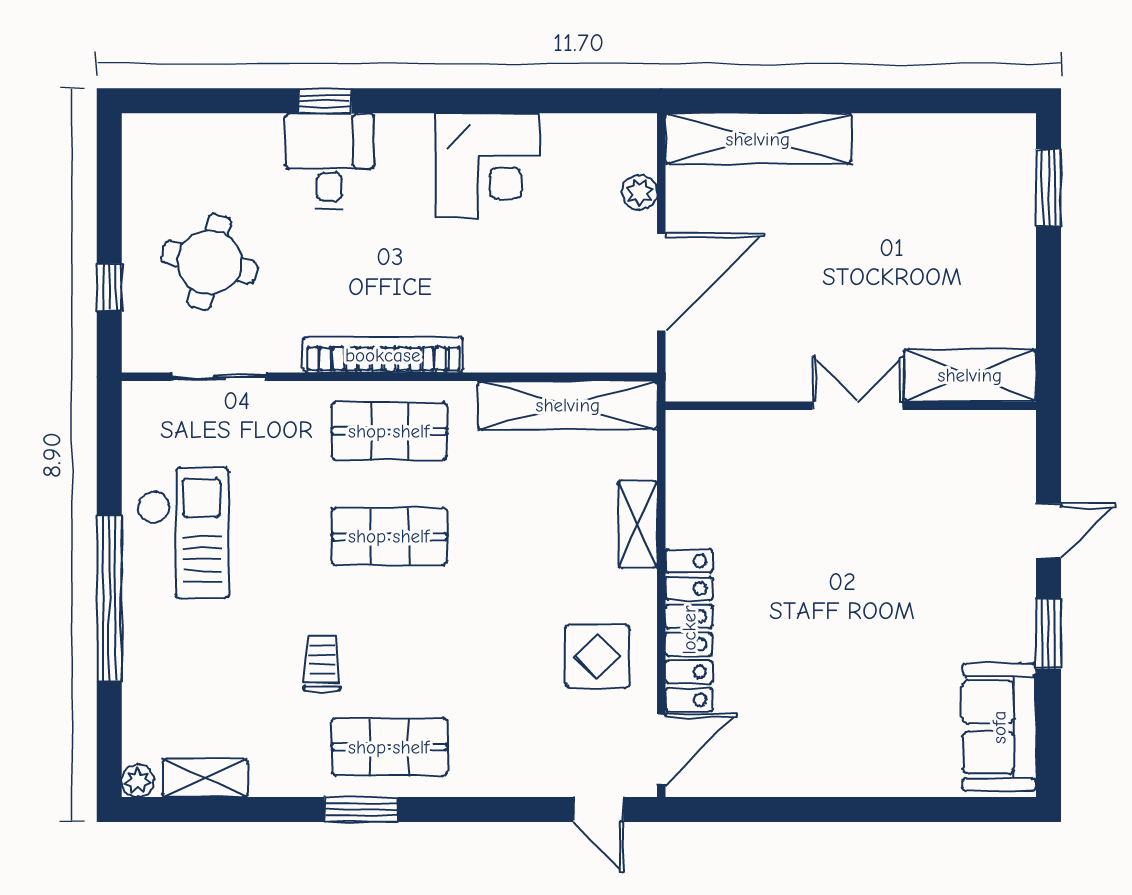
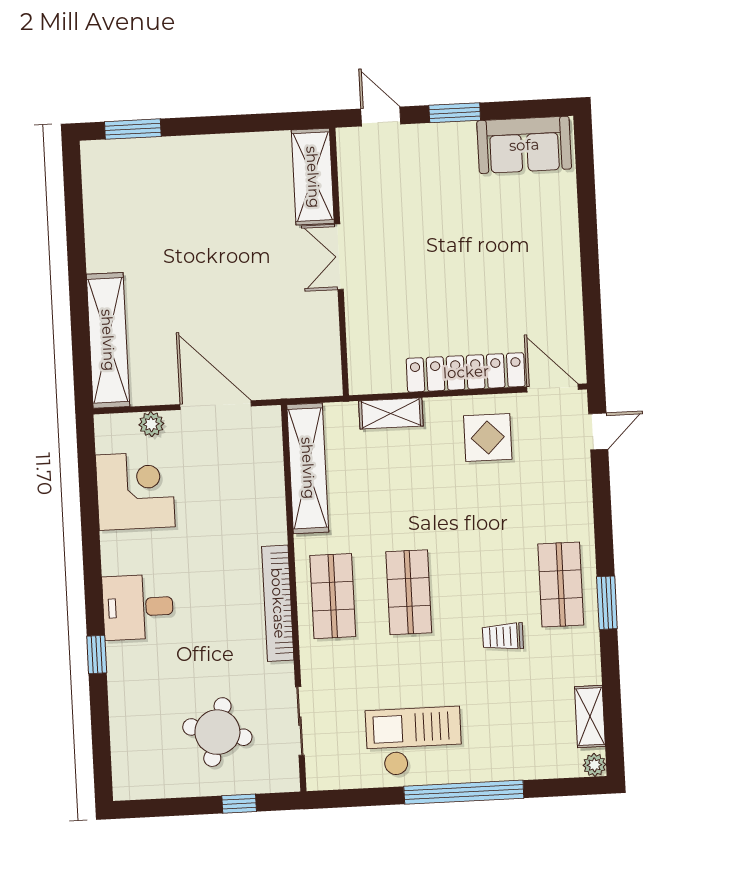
desk: (329, 161) -> (138, 607), moved
corner desk: (488, 166) -> (135, 491), moved
shelving: (970, 375) -> (313, 177), moved
wall: (851, 406) -> (339, 262), moved
double door: (858, 406) -> (339, 257), moved

